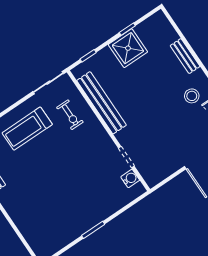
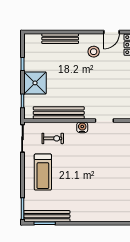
shower: (128, 48) -> (35, 83), moved
bench: (185, 56) -> (60, 39), width x1.36
water cooler: (130, 178) -> (82, 127), moved

